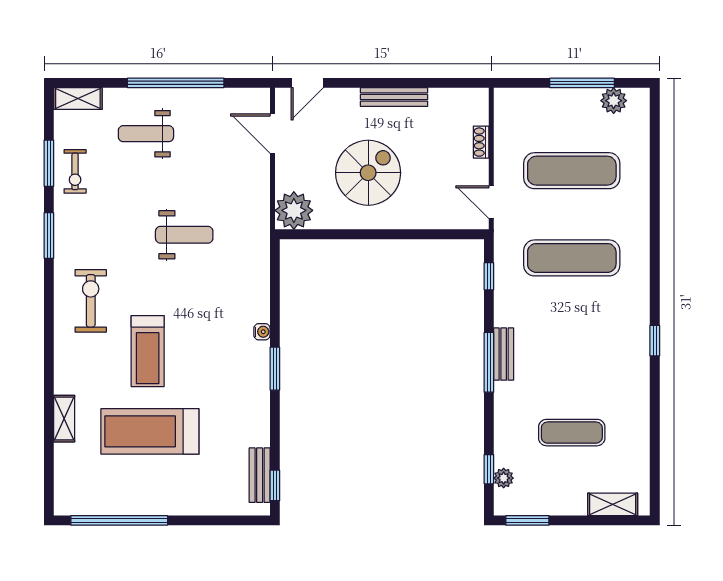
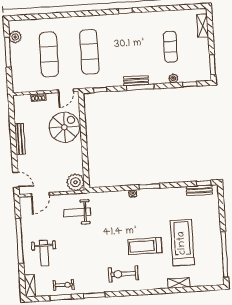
spiral stairs: (368, 173) -> (64, 127), moved, turned 90
weight bench: (184, 235) -> (77, 212), moved, turned -90
treadmill: (148, 351) -> (145, 246), turned 180
treadmill: (150, 431) -> (182, 243), turned 180
plant: (504, 478) -> (173, 78), moved

